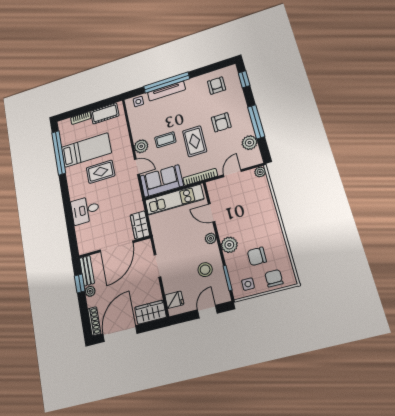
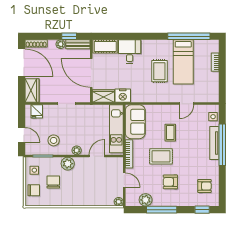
cot: (105, 113) -> (105, 46), moved, turned 90
plant: (141, 146) -> (171, 111), removed
door: (137, 167) -> (187, 104), moved
nightstand: (135, 203) -> (123, 96), added

